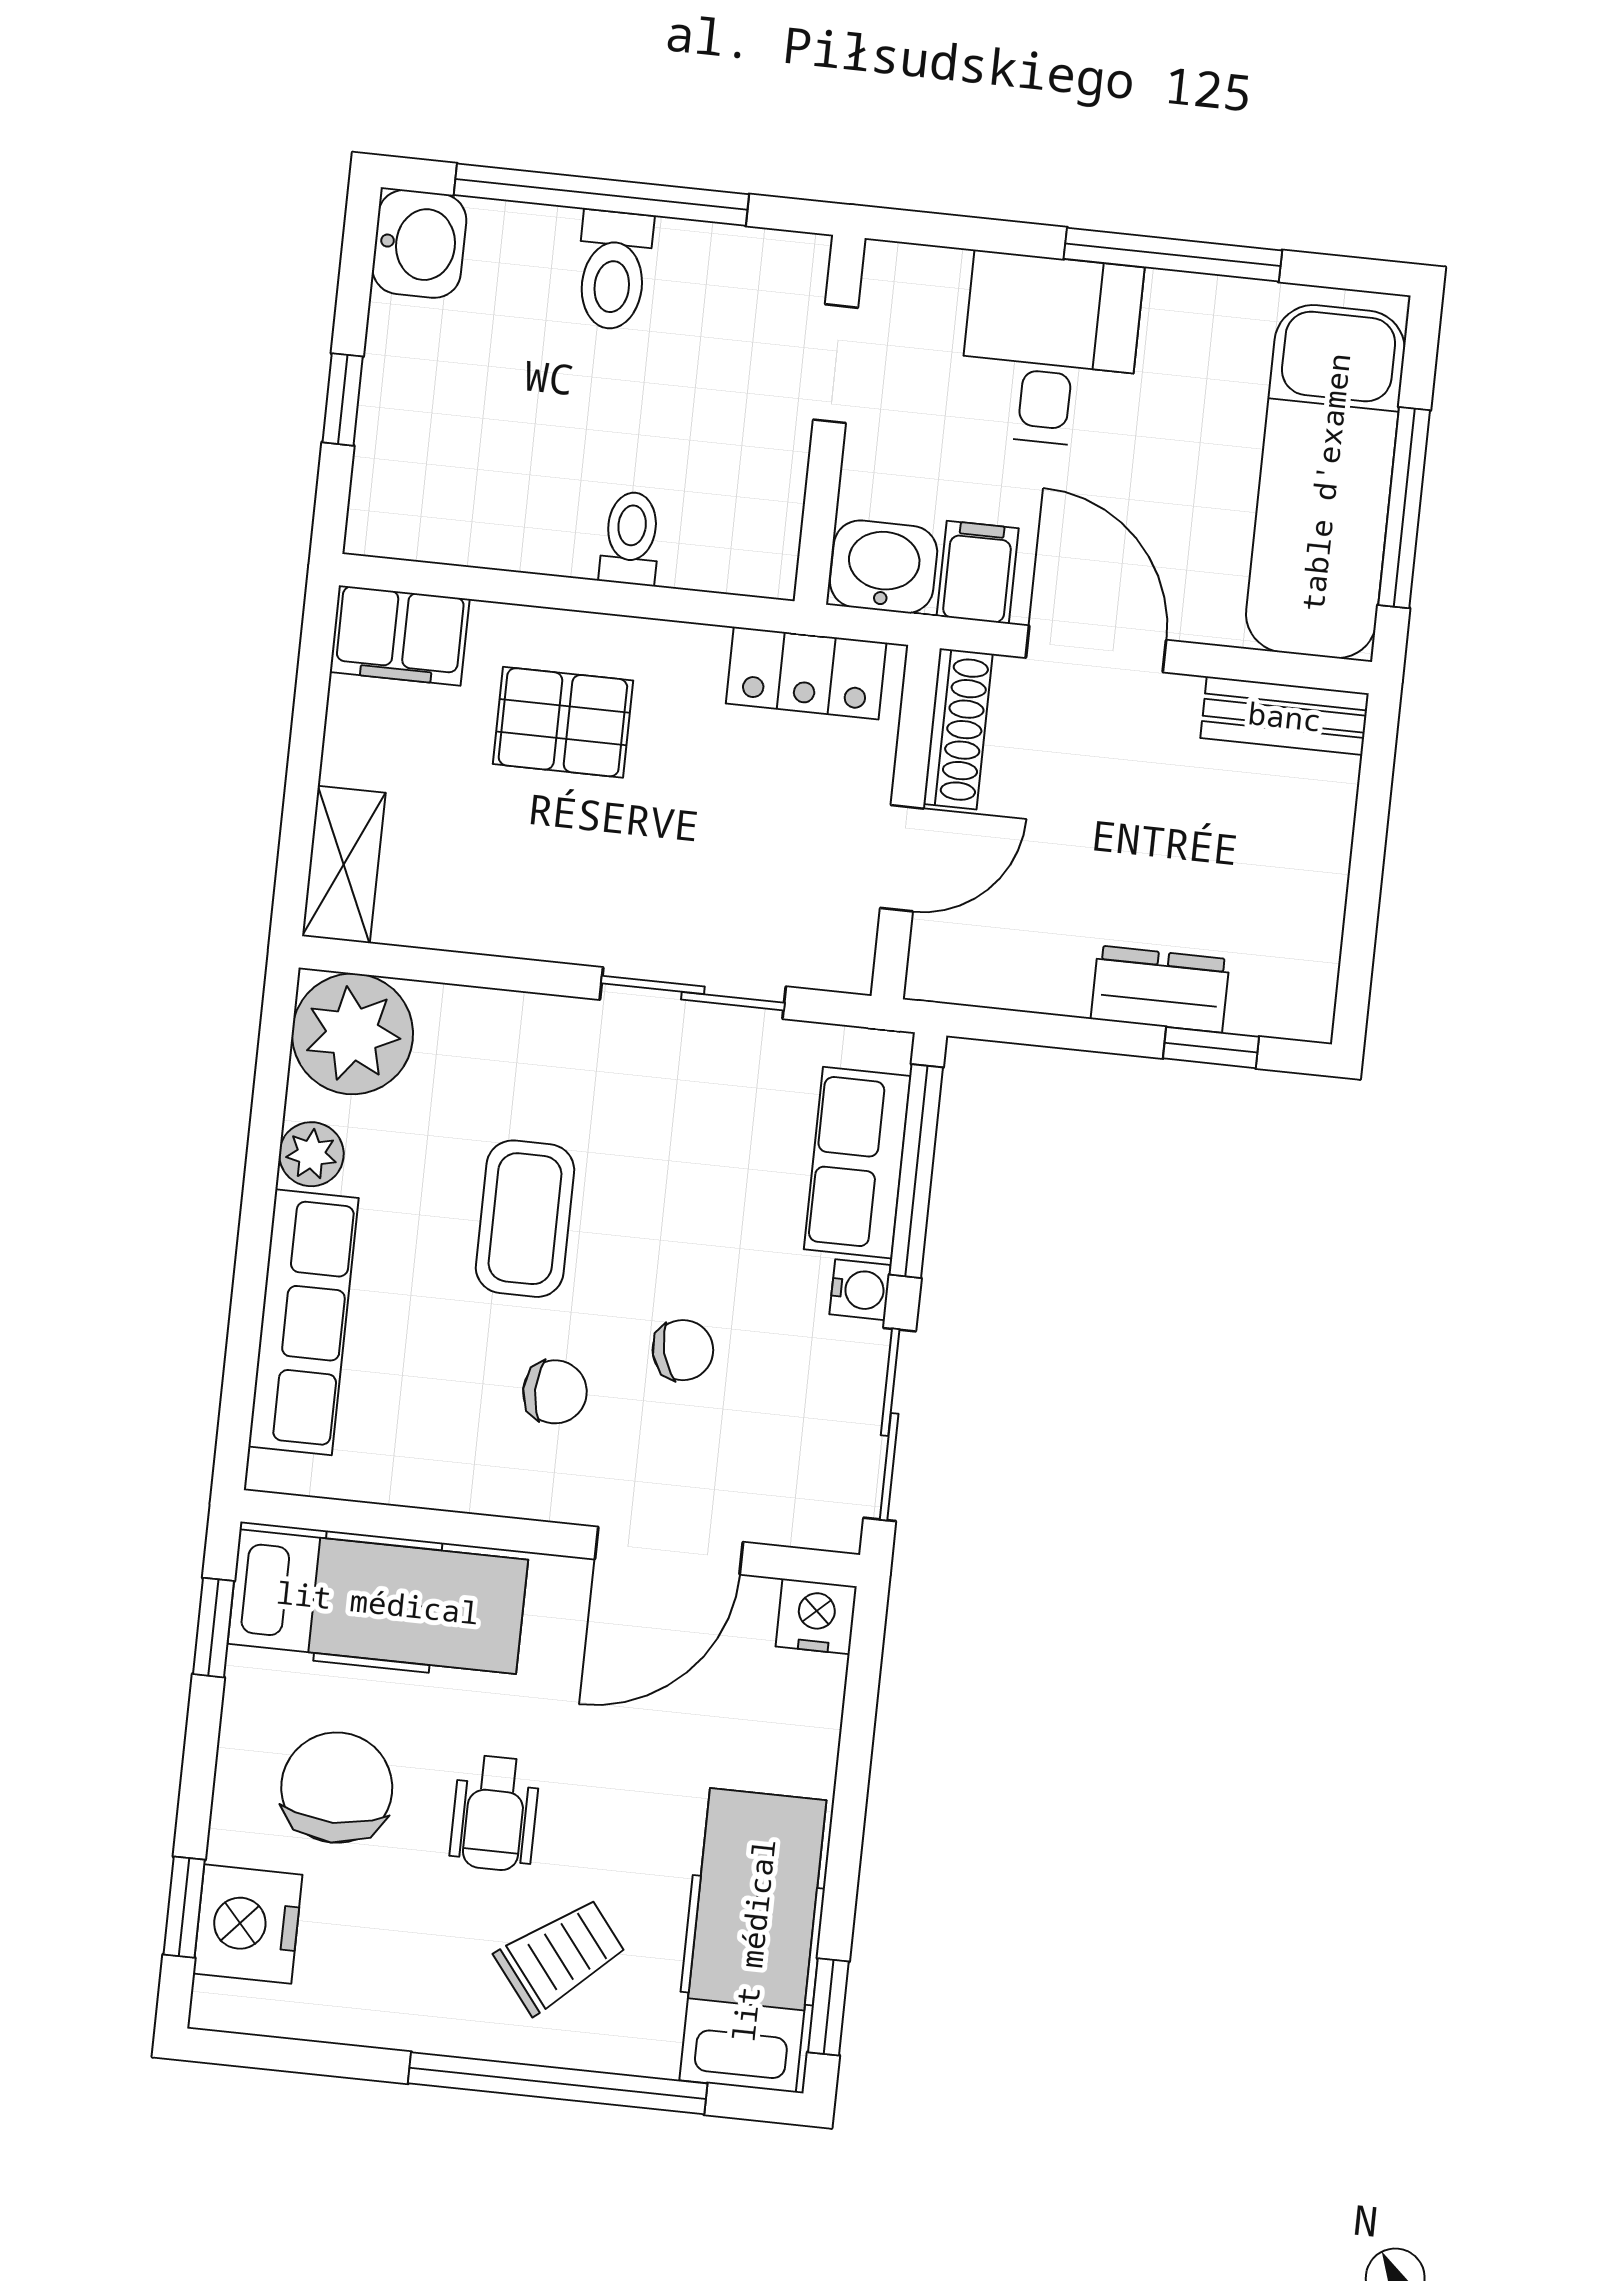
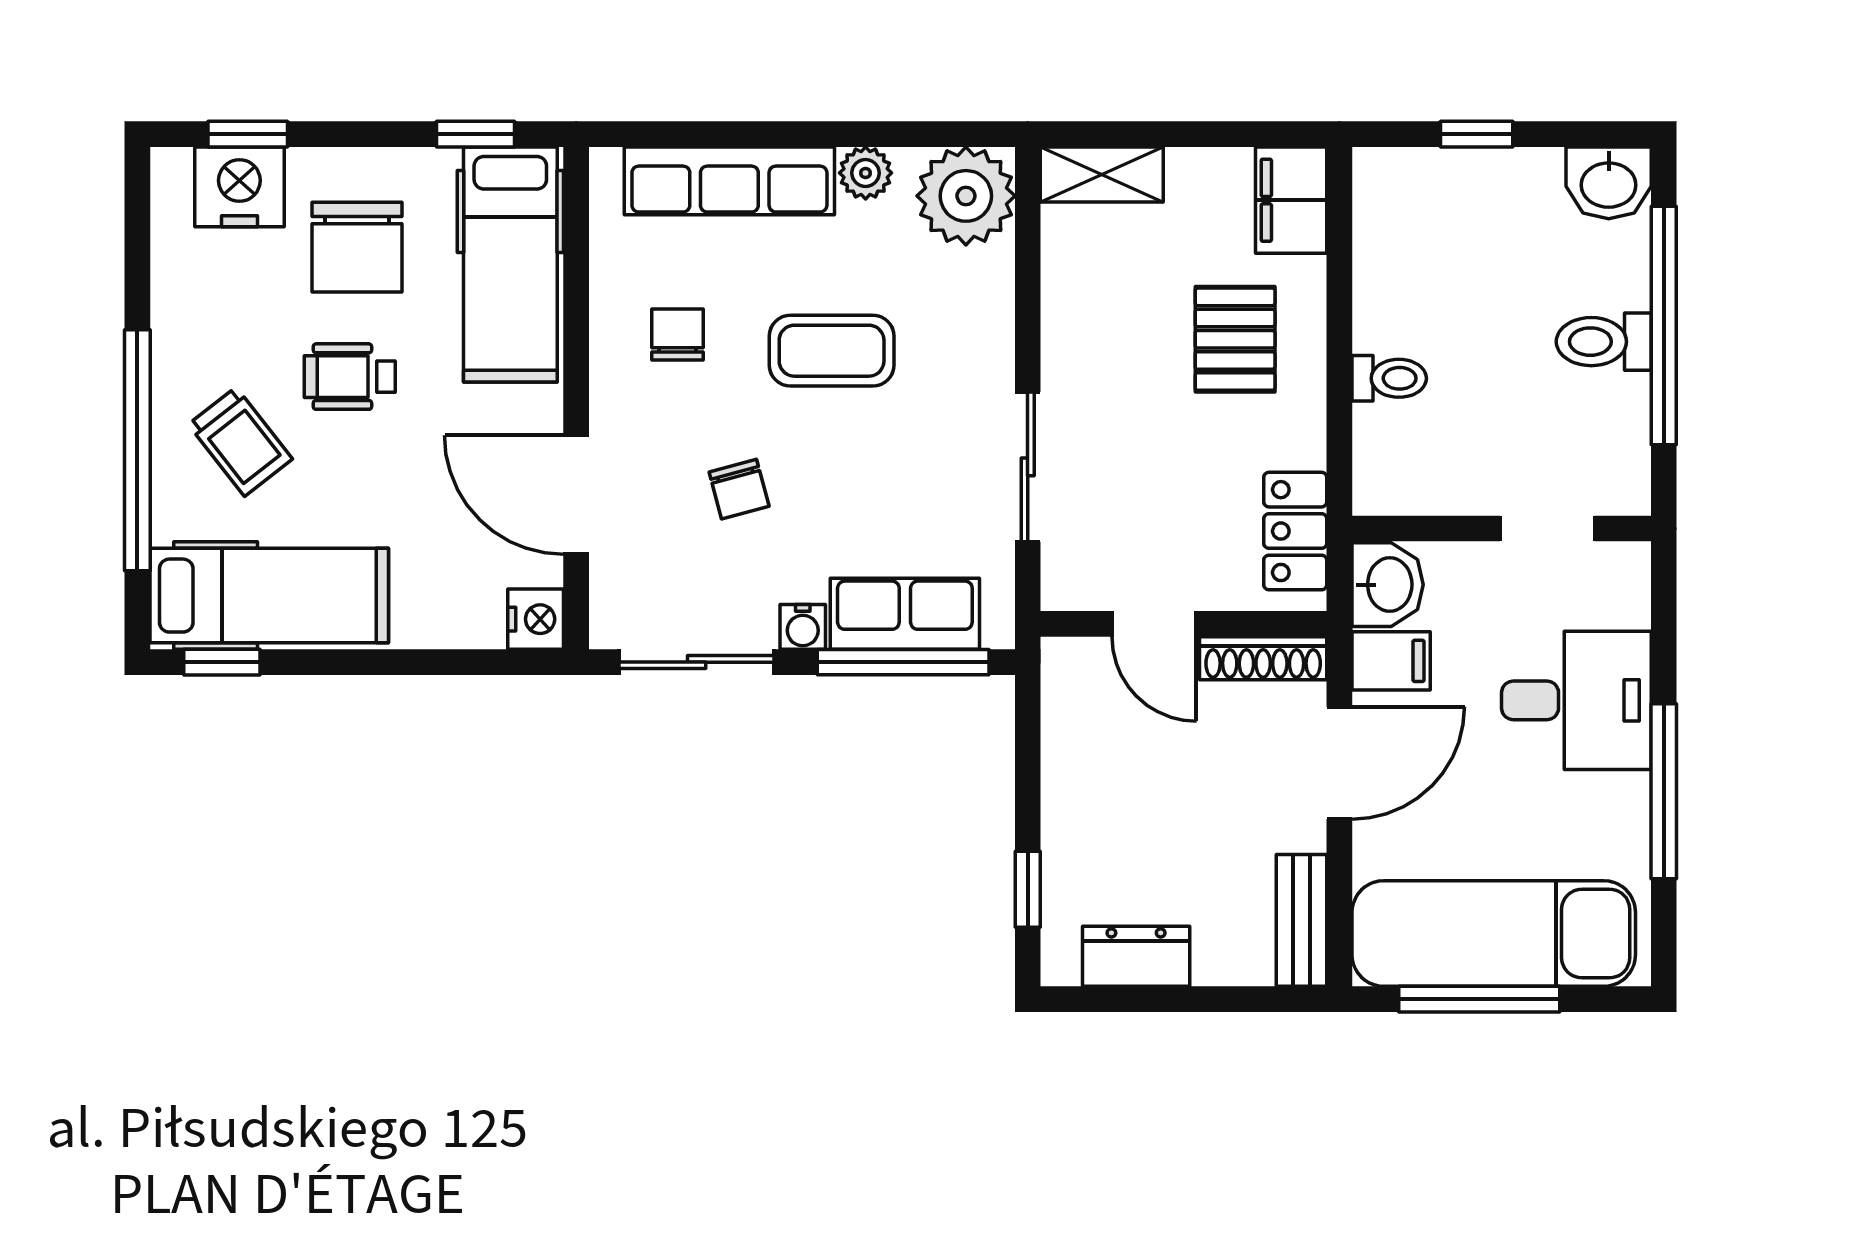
dresser: (1160, 989) -> (1136, 956), moved, turned -90
chair: (555, 1392) -> (678, 334), moved, turned 180
chair: (337, 1788) -> (357, 247), turned 90

